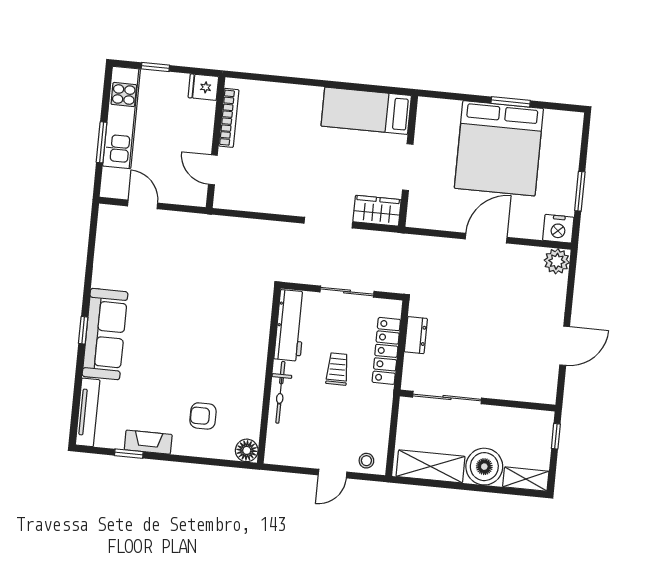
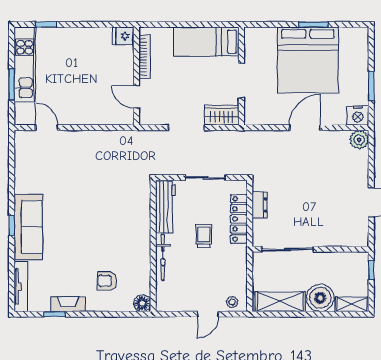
fridge: (203, 87) -> (123, 36), moved
bookcase: (229, 118) -> (145, 57), moved
wall: (216, 142) -> (136, 76), moved
door: (213, 170) -> (136, 97), moved

